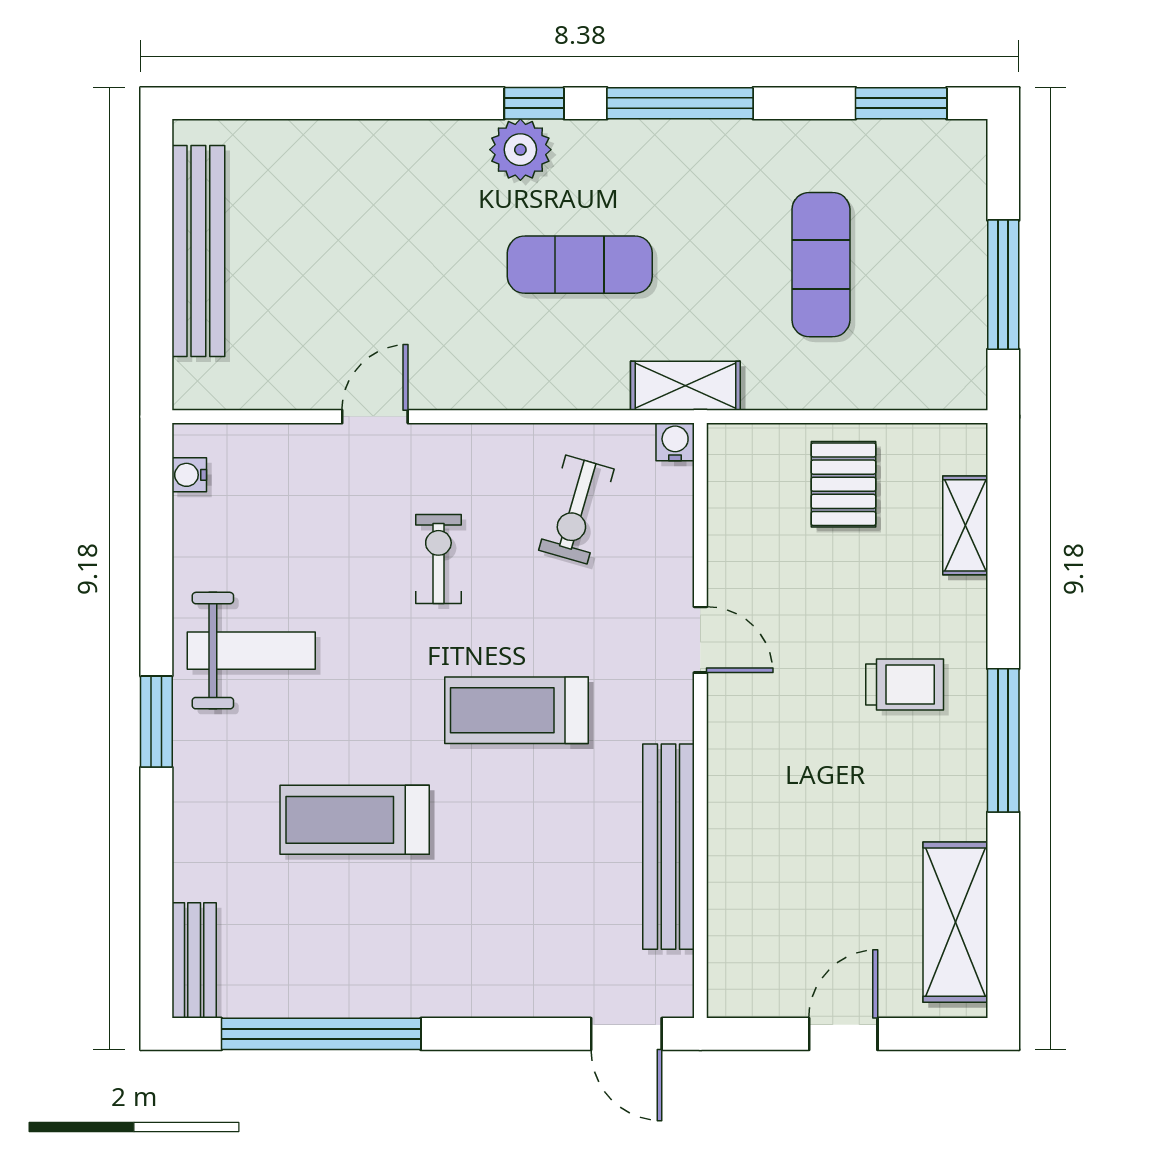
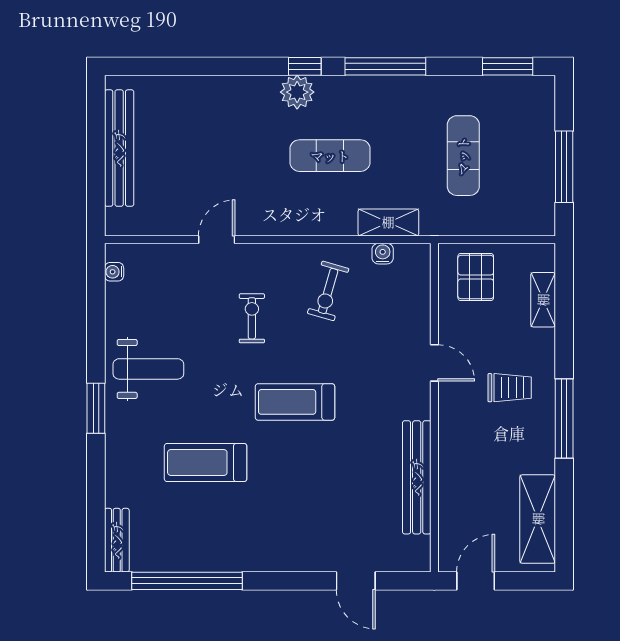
door: (700, 640) -> (434, 363), moved
wall: (700, 721) -> (434, 408), moved
bench: (669, 847) -> (417, 477), moved

